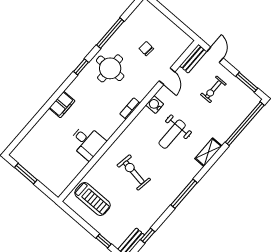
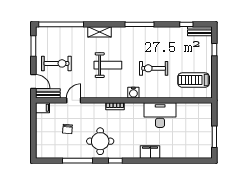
filing cabinet: (185, 43) -> (42, 108), added
door: (215, 55) -> (33, 81), swing flipped
exercise bike: (213, 89) -> (56, 63), width x1.38, depth x1.39
water cooler: (155, 105) -> (133, 93), moved
desk: (87, 142) -> (160, 115), width x1.37
exercise bike: (134, 172) -> (154, 68), turned 81
treadmill: (92, 199) -> (194, 80), turned -90

